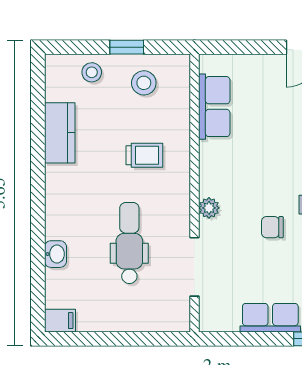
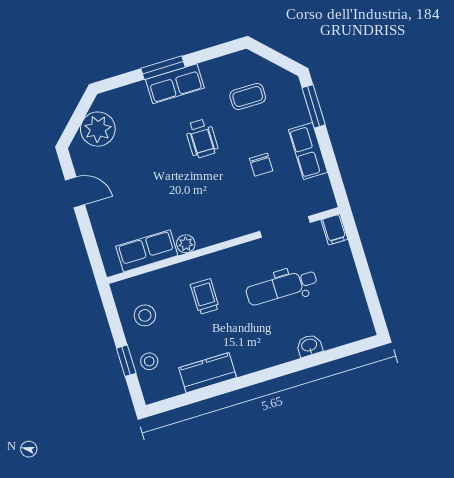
window: (127, 47) -> (126, 361), moved
plant: (209, 208) -> (186, 244), moved
chair: (272, 227) -> (261, 165), moved
filing cabinet: (60, 321) -> (334, 229), moved, turned 180

